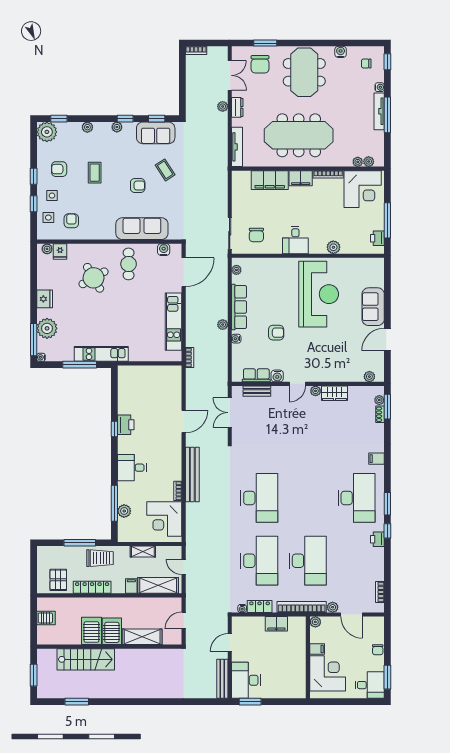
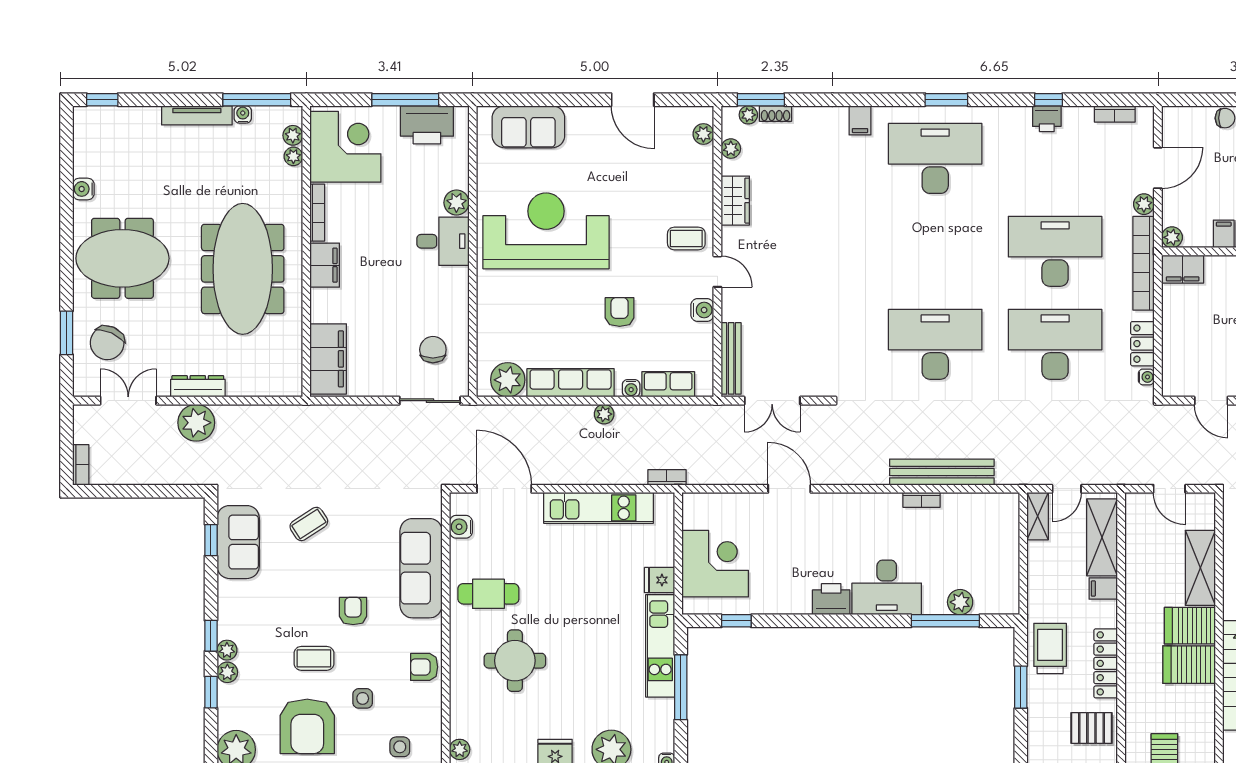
chair: (260, 64) -> (107, 343), turned 114
chair: (366, 64) -> (106, 140), removed
water cooler: (380, 87) -> (243, 114), moved
plant: (223, 106) -> (196, 423), width x1.88, depth x1.88
dresser: (237, 107) -> (198, 386), width x1.44
window: (387, 115) -> (257, 100), moved
window: (59, 119) -> (211, 692), moved
window: (125, 119) -> (211, 636), moved
plant: (117, 127) -> (227, 650), moved
tv unit: (237, 147) -> (265, 387), removed
armchair: (59, 169) -> (307, 726), width x1.88, depth x1.88
filing cabinet: (270, 180) -> (328, 359), moved
armchair: (138, 186) -> (353, 611), moved
side table: (52, 196) -> (363, 698), moved
armchair: (71, 221) -> (424, 667), moved
chair: (256, 235) -> (433, 350), turned -90
printer: (377, 238) -> (427, 125), width x1.87, depth x1.48
desk: (295, 240) -> (443, 241), moved
fridge: (60, 251) -> (660, 580), moved, turned 180
plant: (236, 270) -> (508, 380), width x1.88, depth x1.88
round table: (94, 278) -> (515, 661), turned 30
sofa: (373, 307) -> (528, 127), moved
coffee table: (315, 368) -> (686, 238), added
row of seats: (256, 375) -> (668, 384), moved, turned 90
bench: (257, 391) -> (731, 358), width x1.36
plant: (316, 391) -> (731, 149), moved
printer: (126, 425) -> (831, 599), moved
window: (114, 429) -> (736, 621), moved
desk: (132, 468) -> (887, 587), width x1.37
bench: (192, 475) -> (942, 472), moved
corner desk: (164, 519) -> (715, 564), moved, turned -90
window: (387, 531) -> (1048, 100), moved
printer: (377, 539) -> (1047, 119), moved
window: (80, 543) -> (1021, 687), width x0.69
shelving: (143, 552) -> (1038, 516), moved
filing cabinet: (276, 624) -> (1183, 269), moved, turned 90

